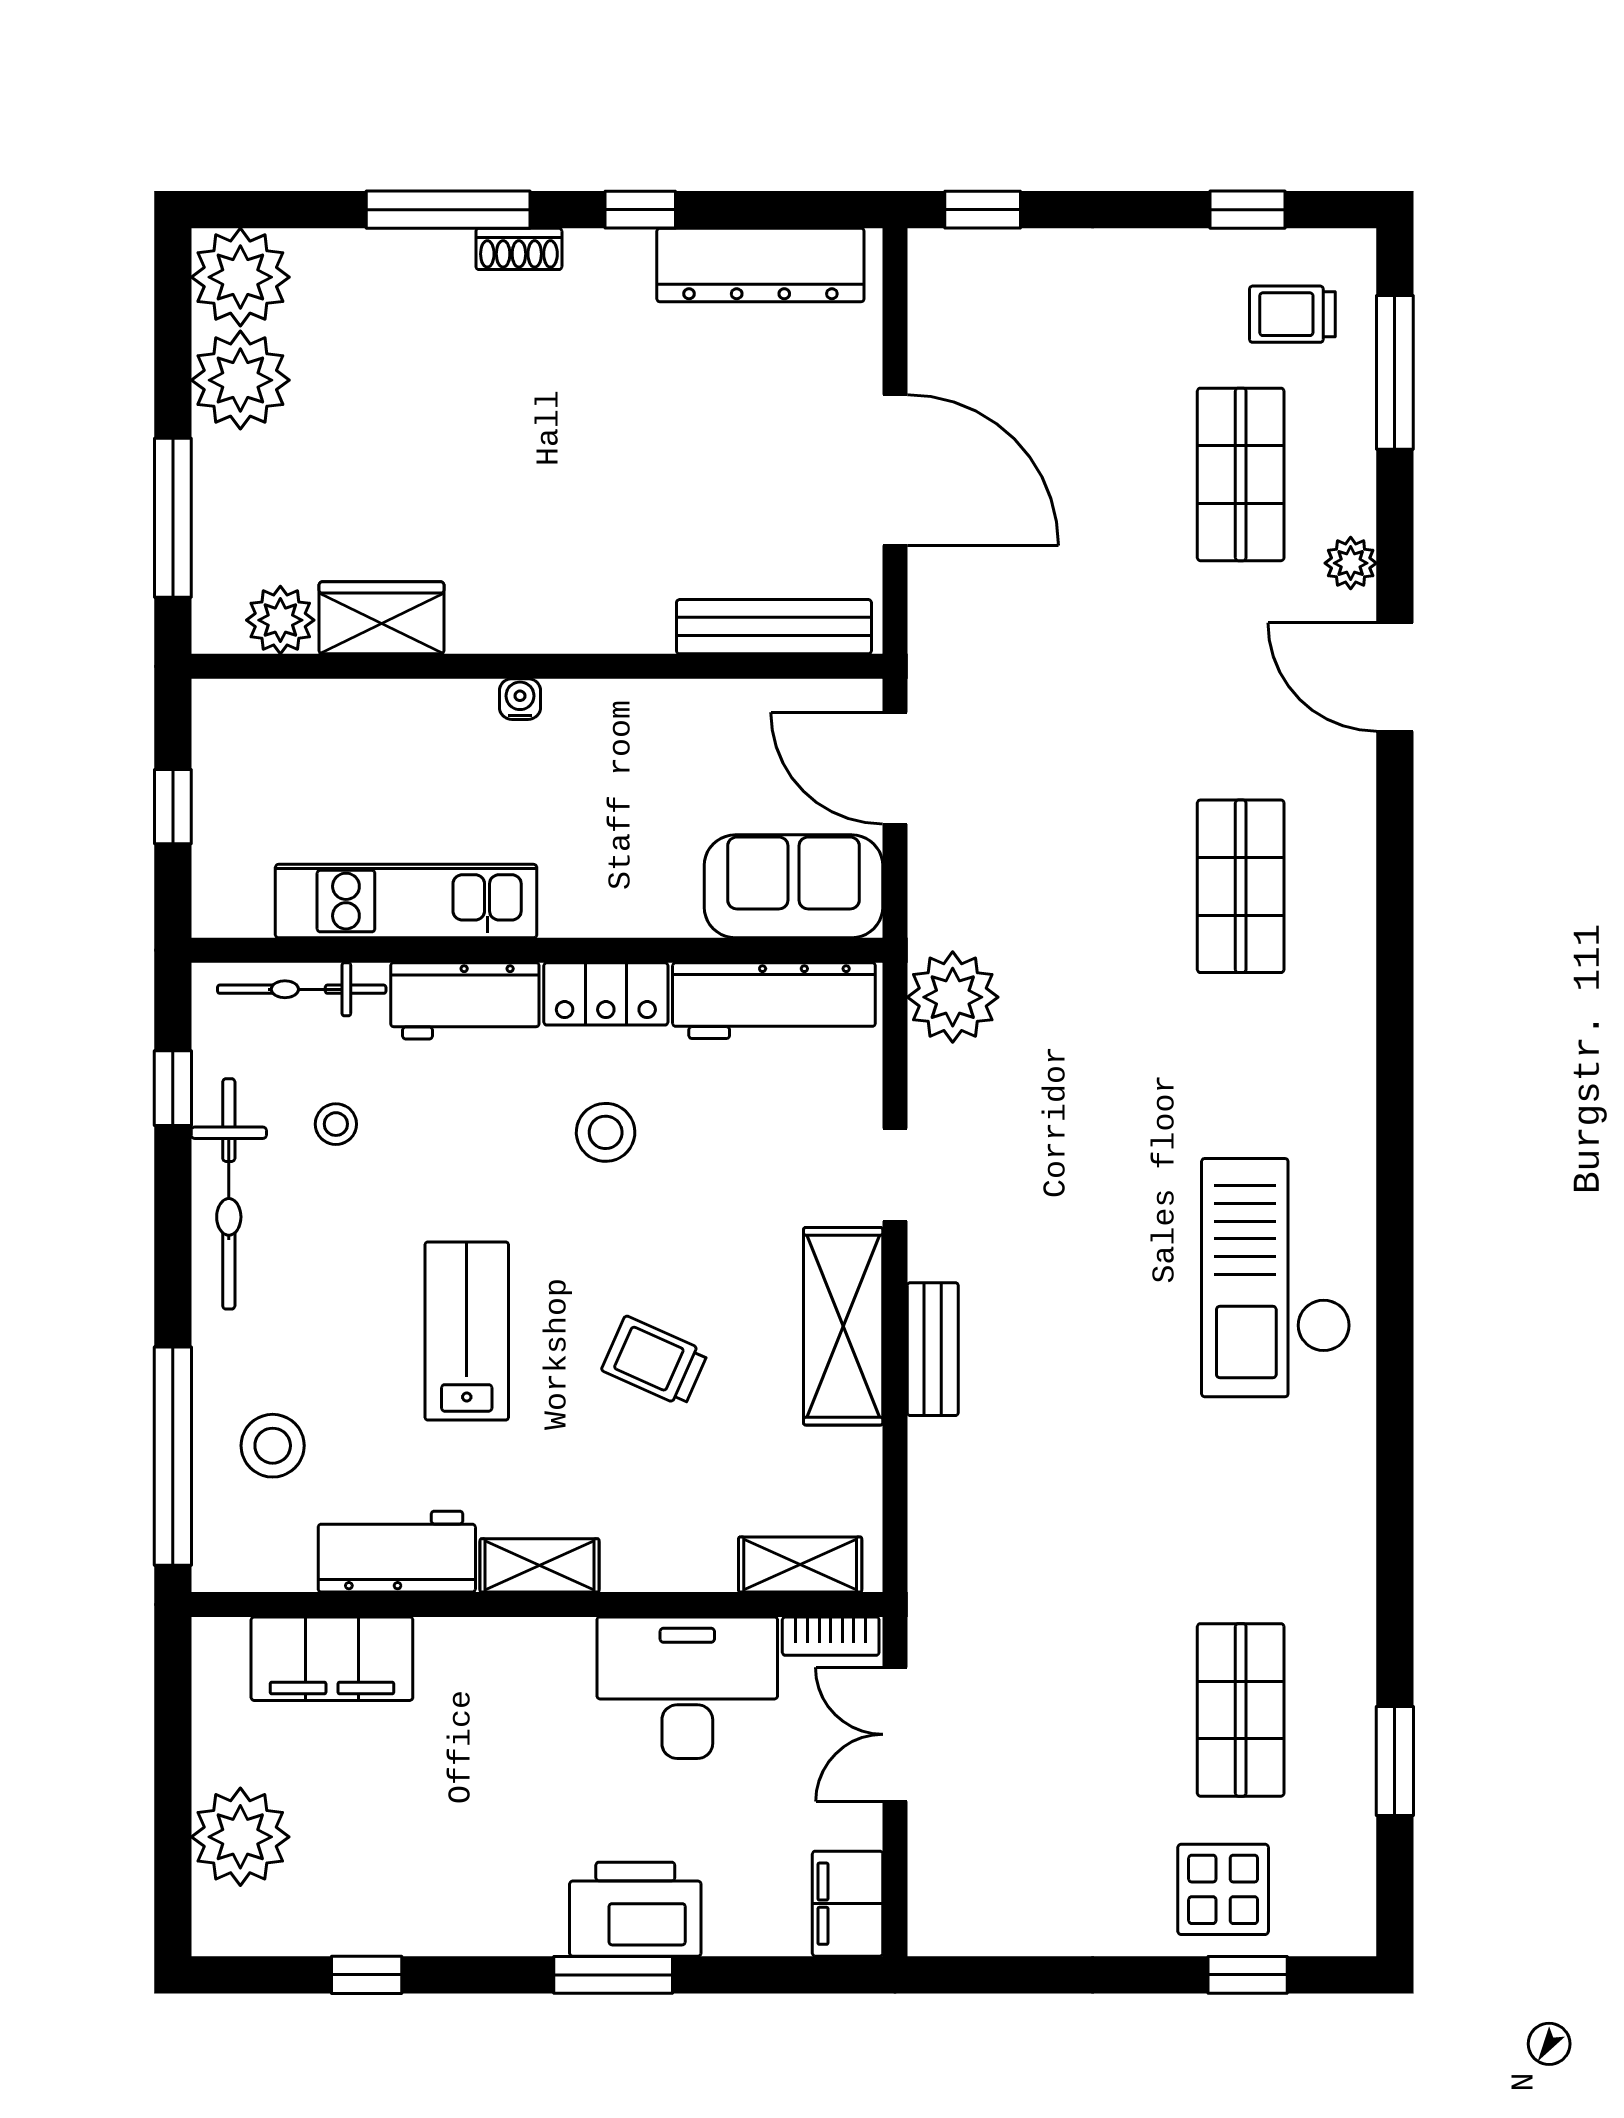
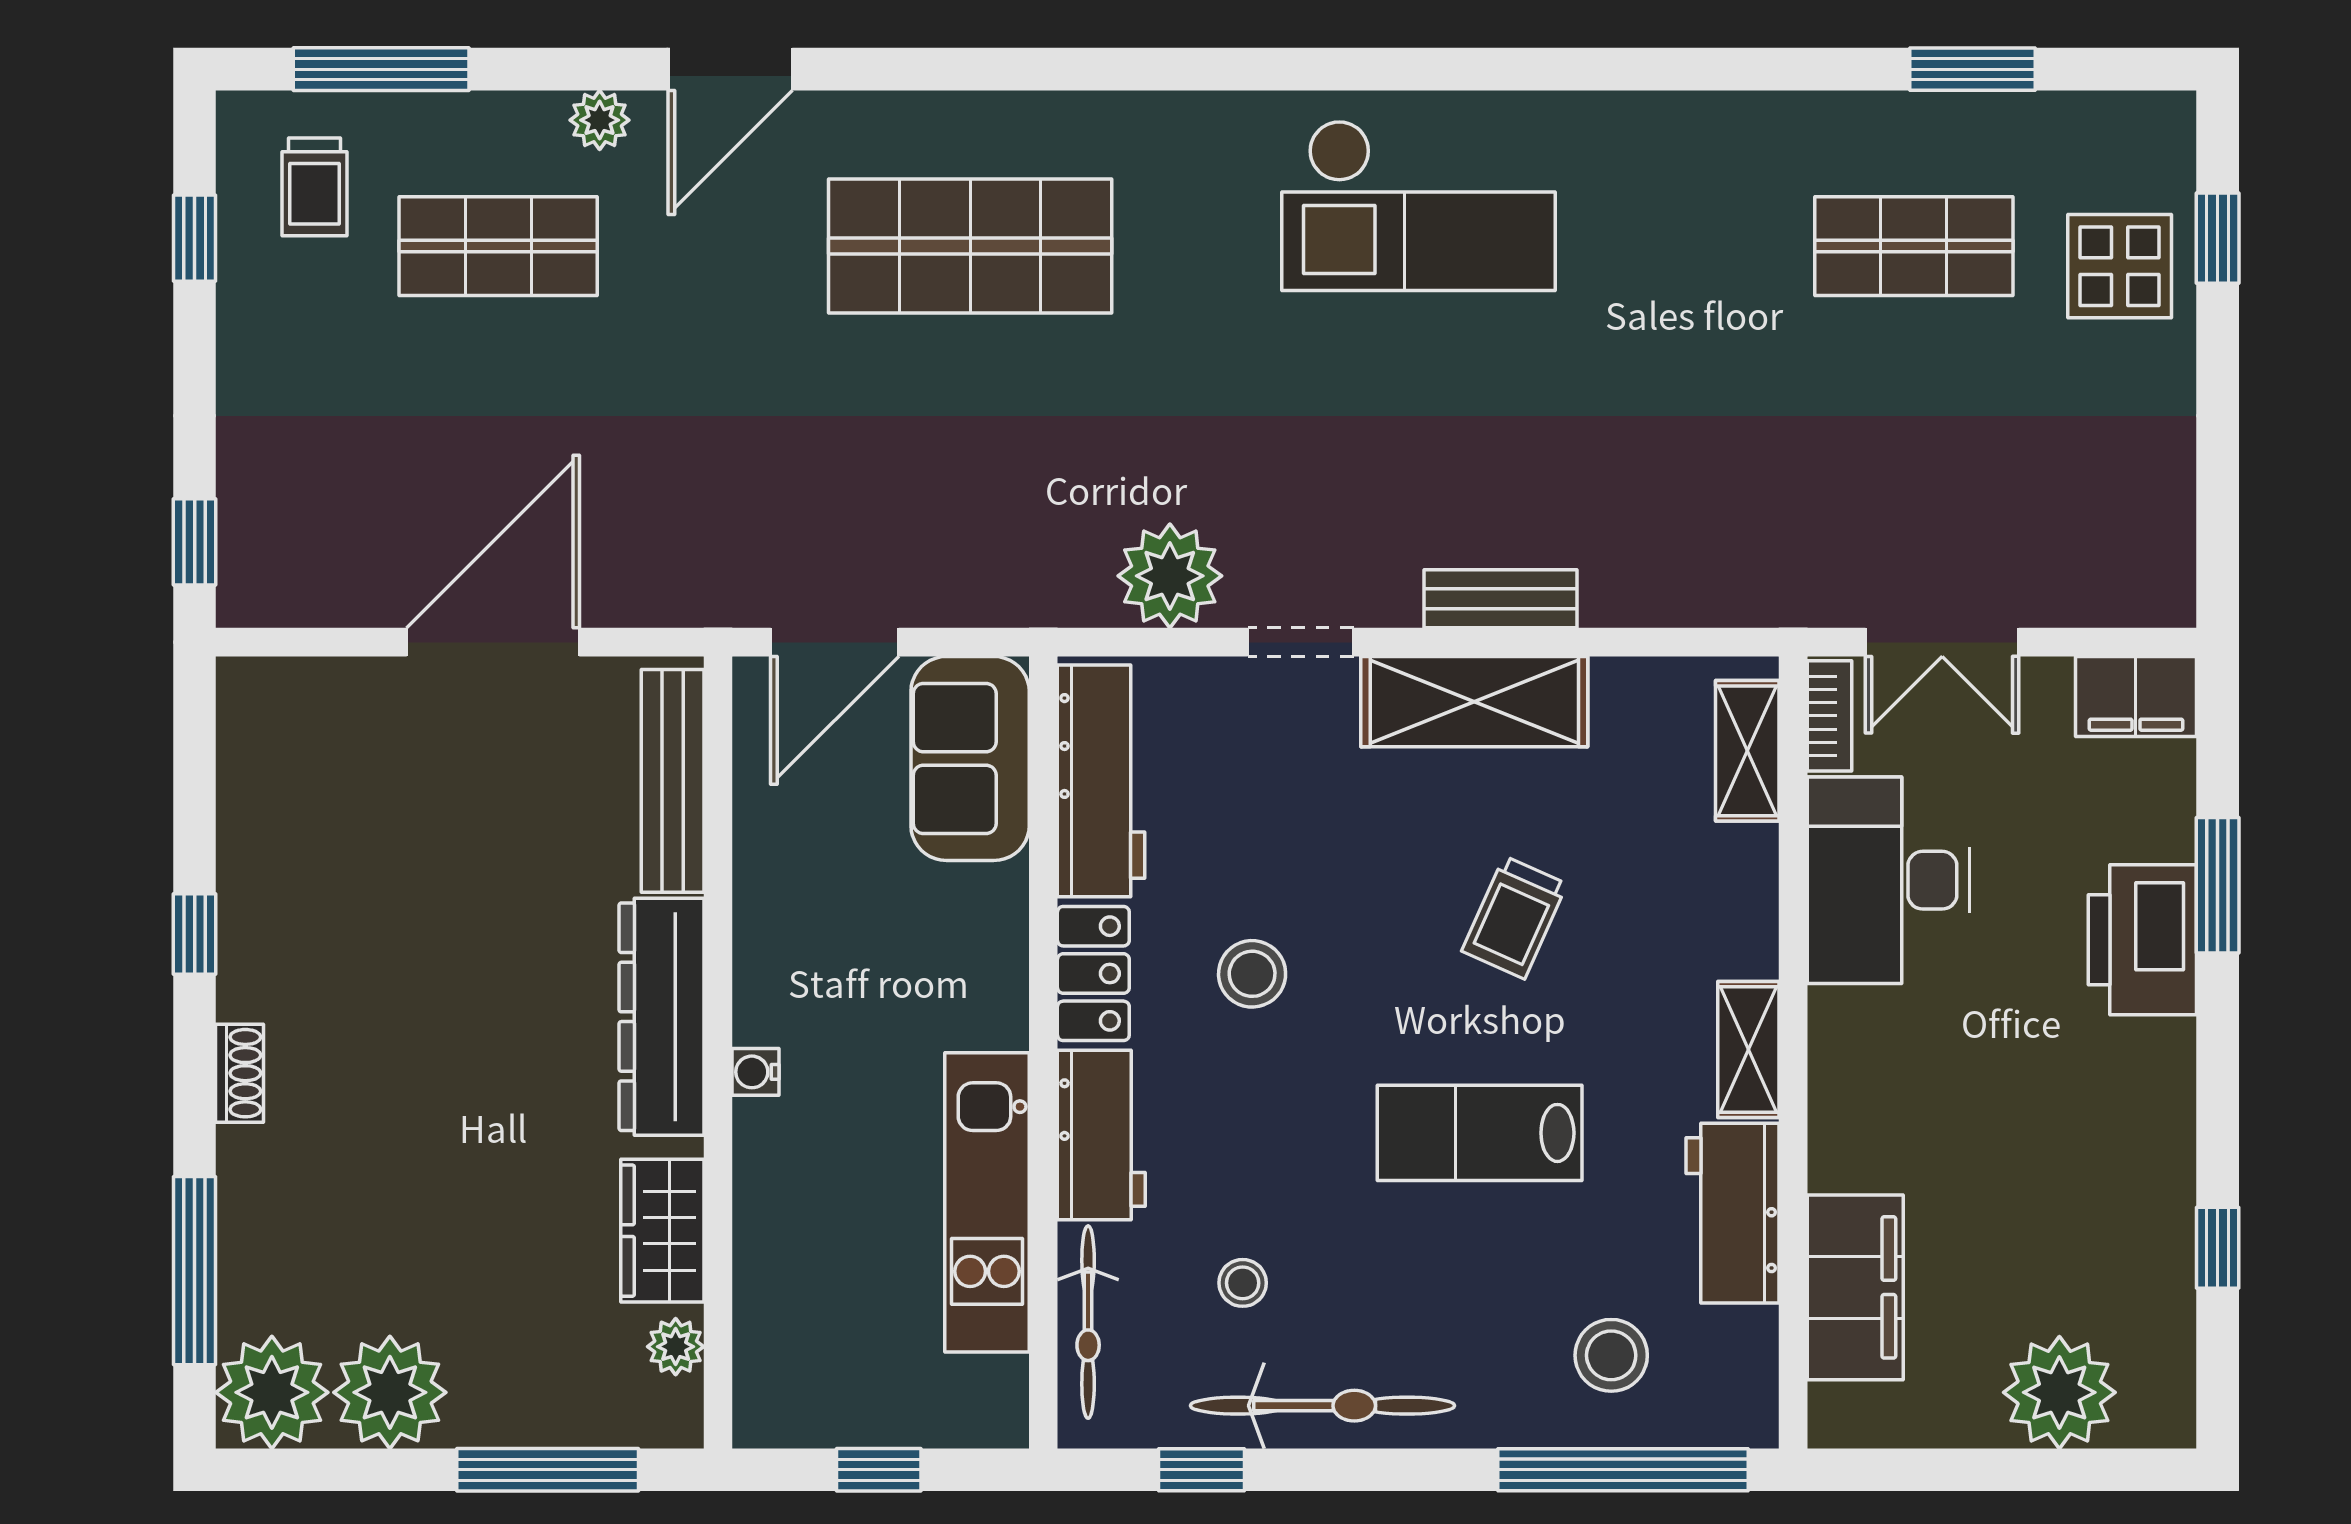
window: (448, 210) -> (195, 1271), moved
dresser: (760, 265) -> (662, 1017), moved, turned 180
plant: (280, 620) -> (676, 1347), width x0.73, depth x0.73
shop shelf: (1241, 886) -> (970, 246), width x1.43, depth x1.36
plant: (953, 997) -> (1170, 576), moved
window: (613, 1975) -> (2218, 885), moved

